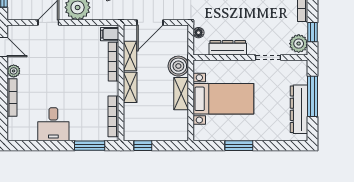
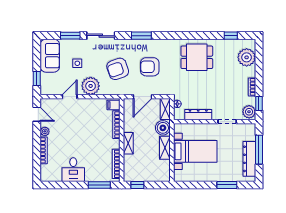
shelving: (130, 56) -> (165, 109), moved
window: (239, 146) -> (227, 185), moved

